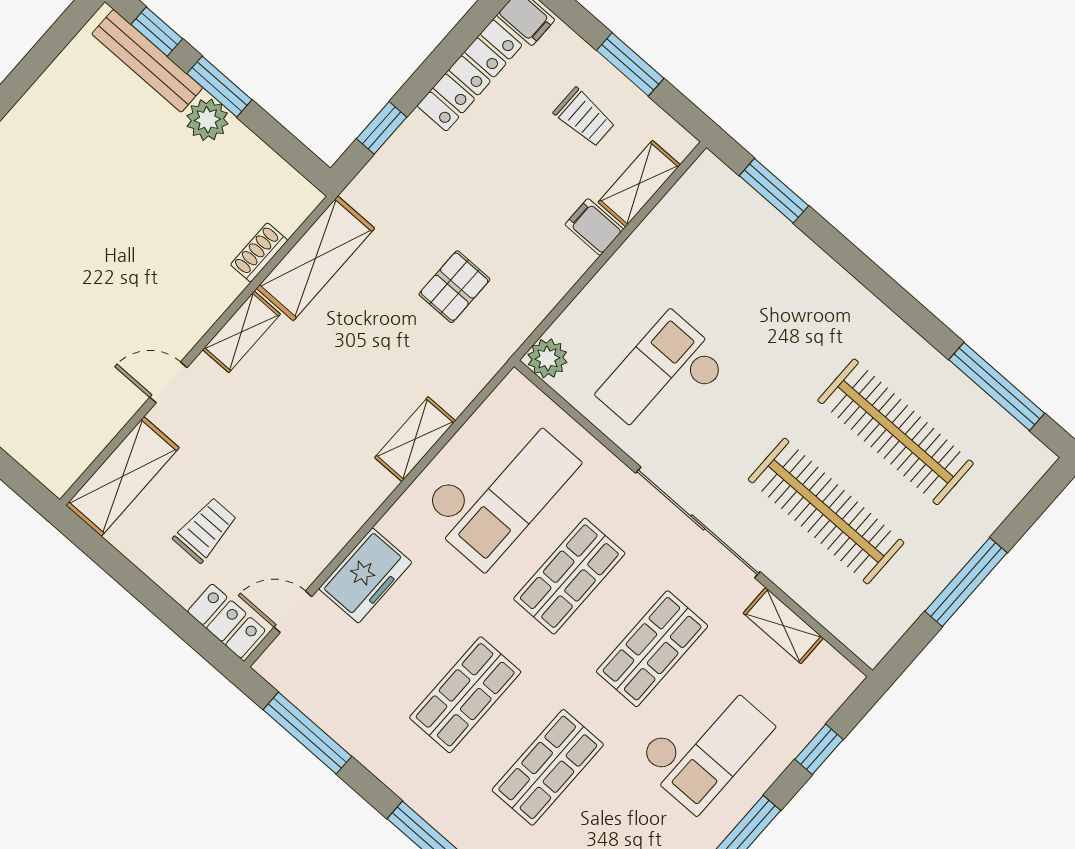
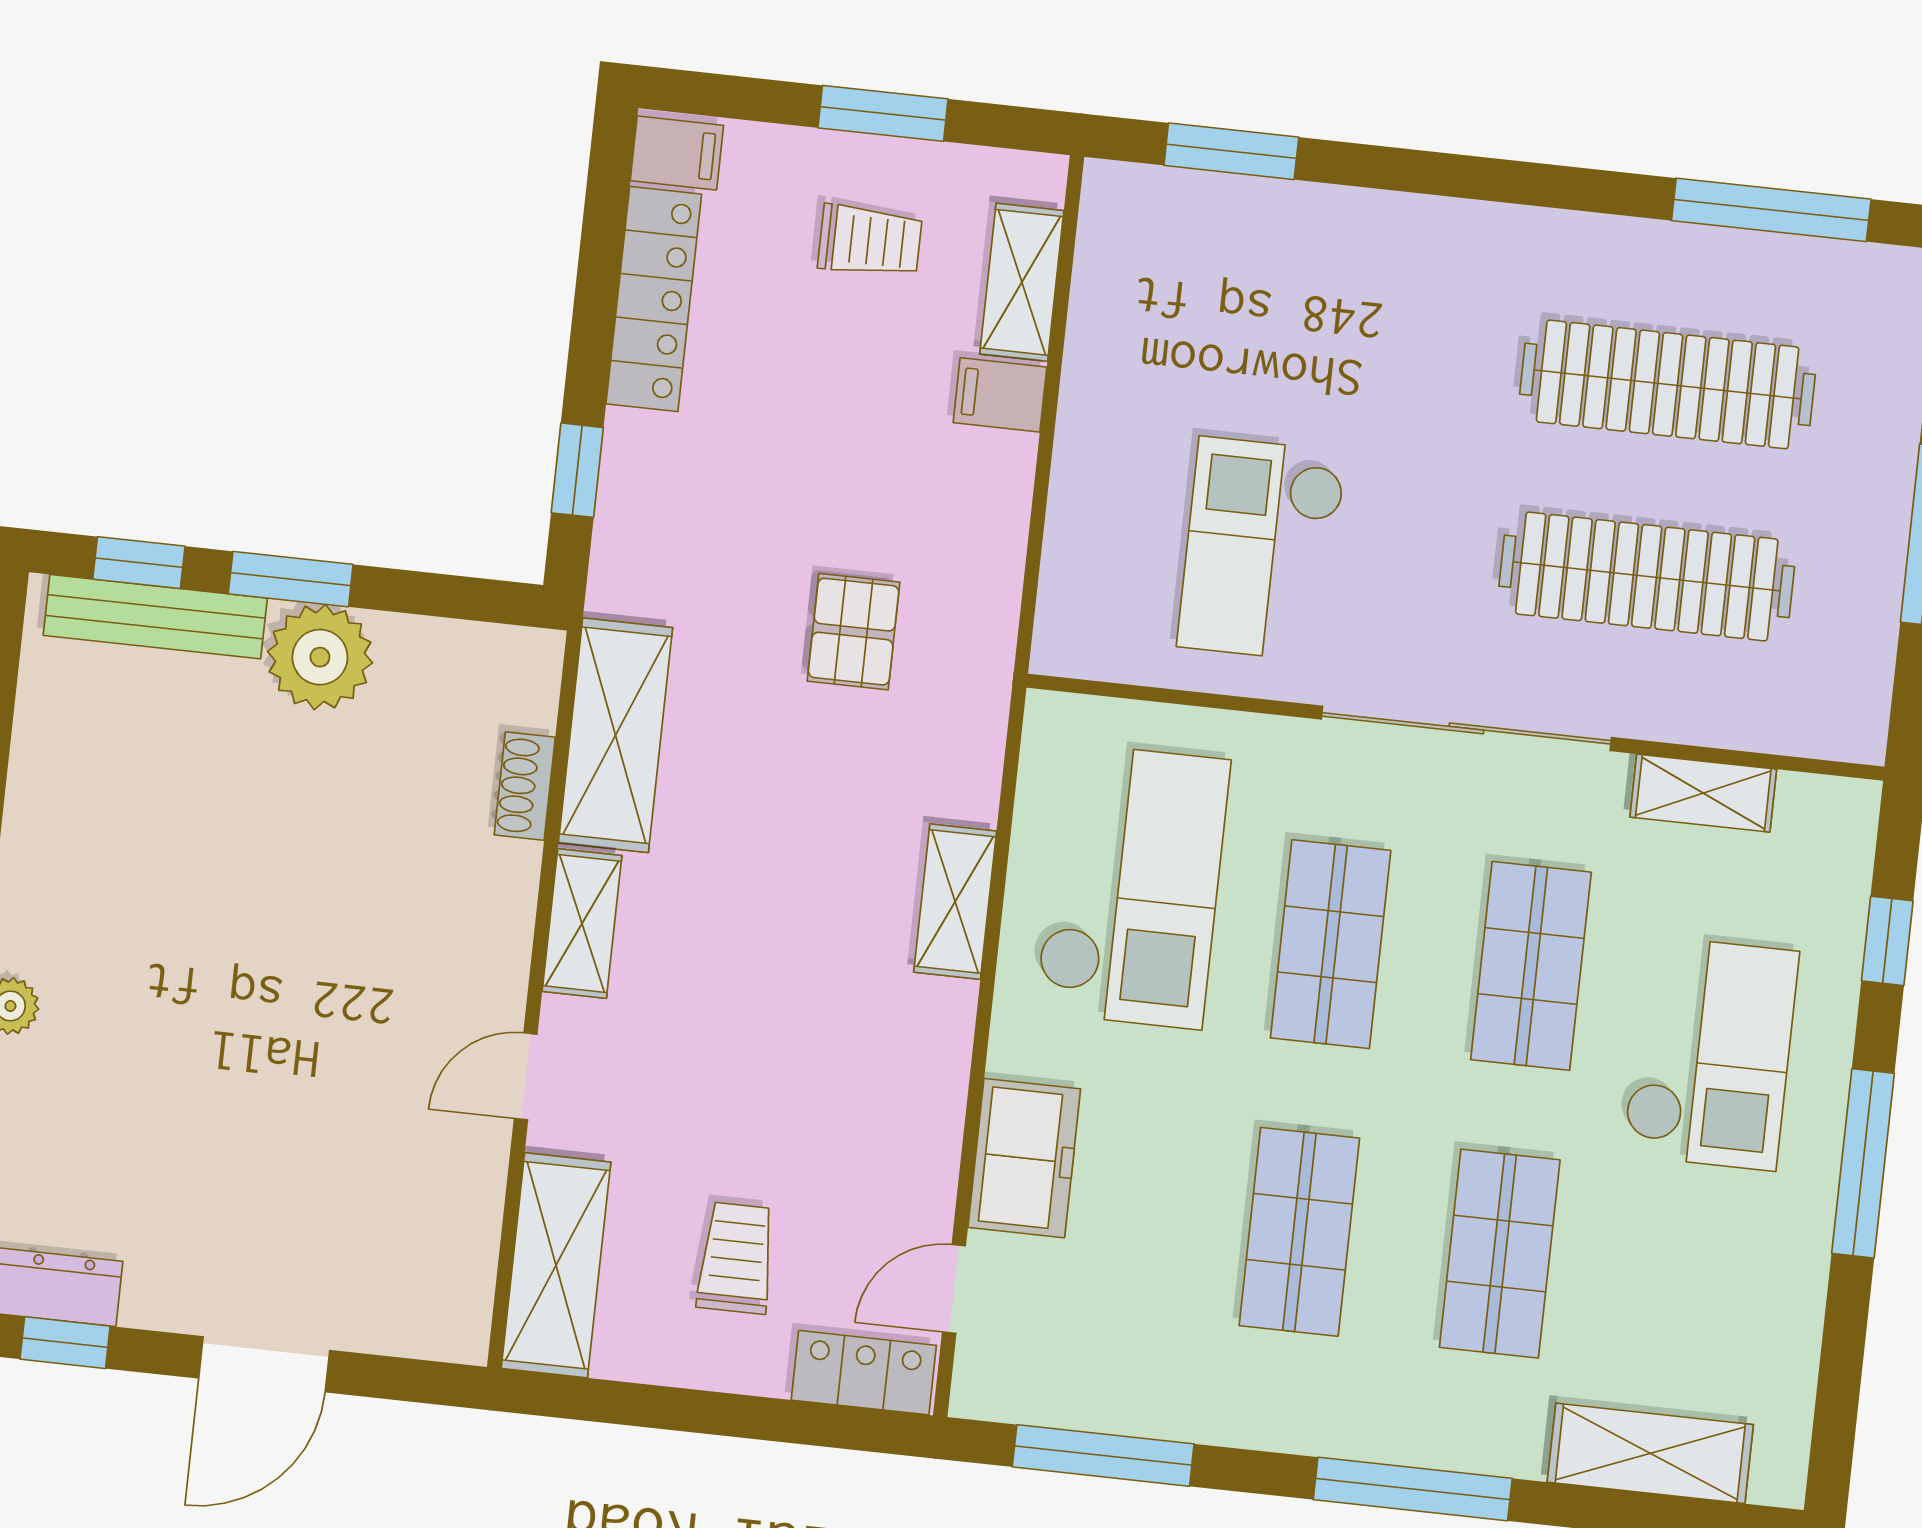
plant: (207, 120) -> (320, 657), width x1.36, depth x1.36
plant: (547, 358) -> (1068, 641), removed

